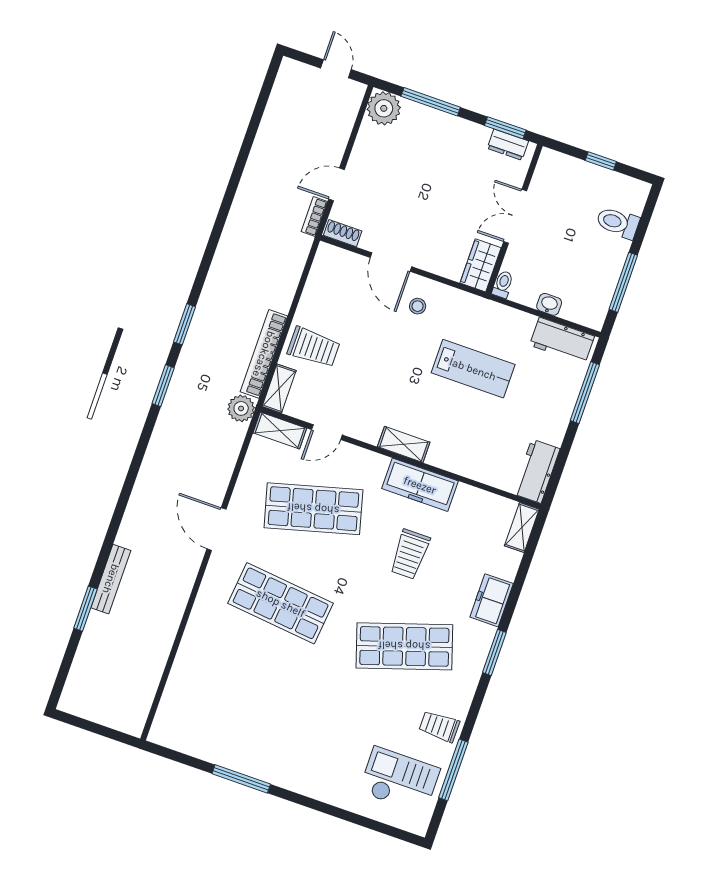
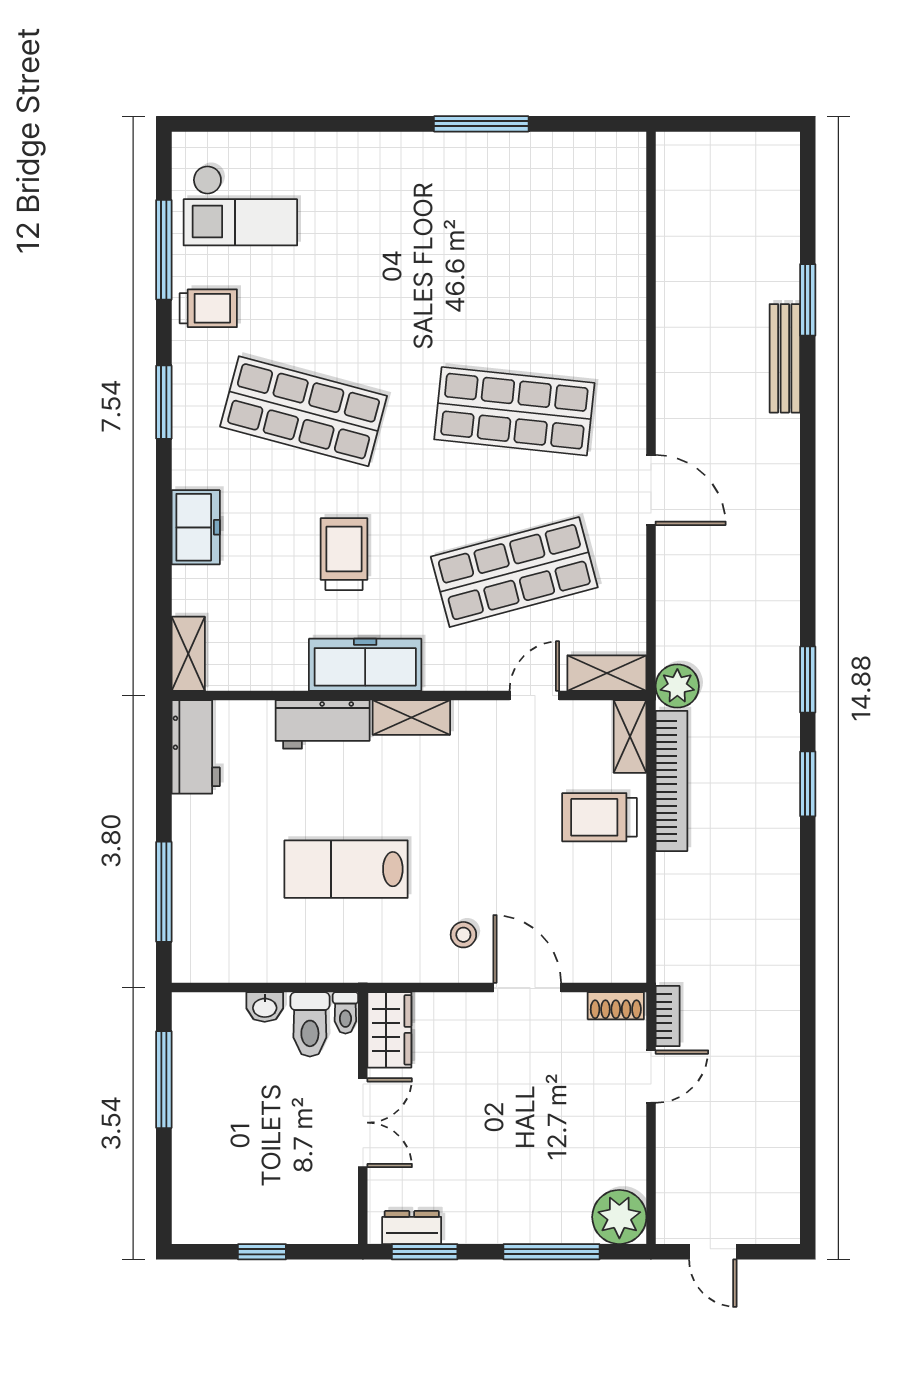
toilet: (618, 223) -> (310, 1024), moved, turned 90
workbench: (562, 341) -> (323, 724), moved, turned 180
shop shelf: (404, 646) -> (304, 411), turned 33
window: (494, 652) -> (164, 402), moved

